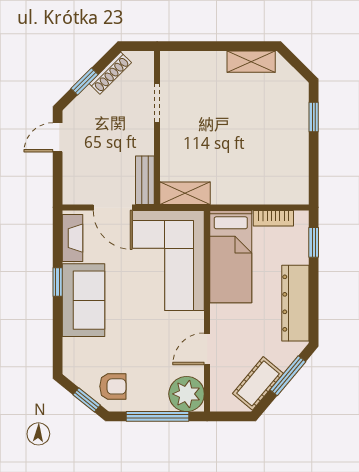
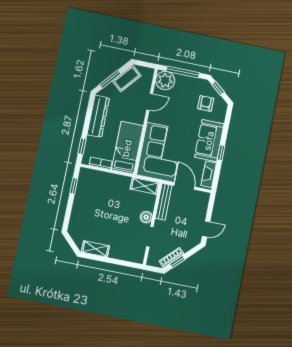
window: (84, 81) -> (177, 262), moved
window: (314, 117) -> (74, 186), moved
boiler: (171, 137) -> (146, 217), added
bench: (145, 180) -> (164, 202), width x1.36
armchair: (113, 386) -> (206, 103), moved, turned 90

